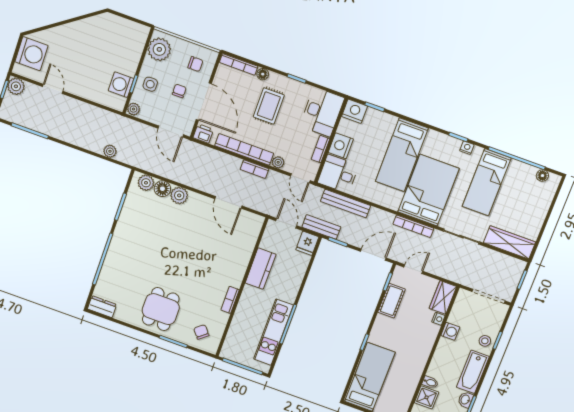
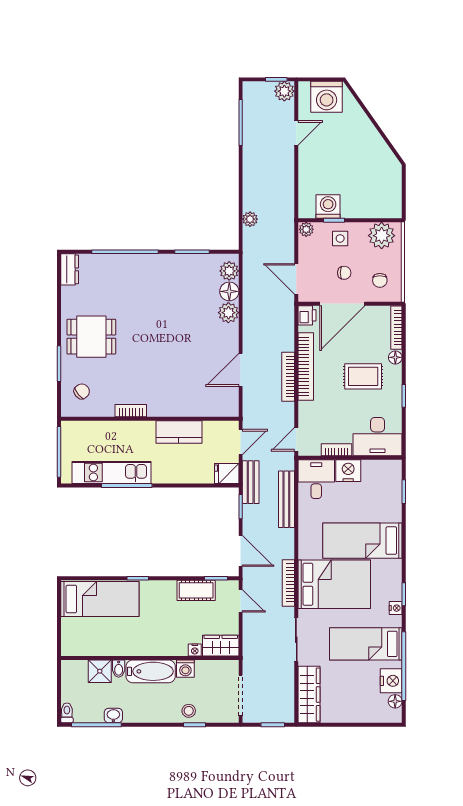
nightstand: (355, 111) -> (391, 681), moved
door: (171, 132) -> (296, 279), hinge flipped
plant: (278, 162) -> (305, 409), removed
bookcase: (255, 169) -> (288, 377), width x1.56
bathtub: (473, 372) -> (151, 671), moved, turned 180

